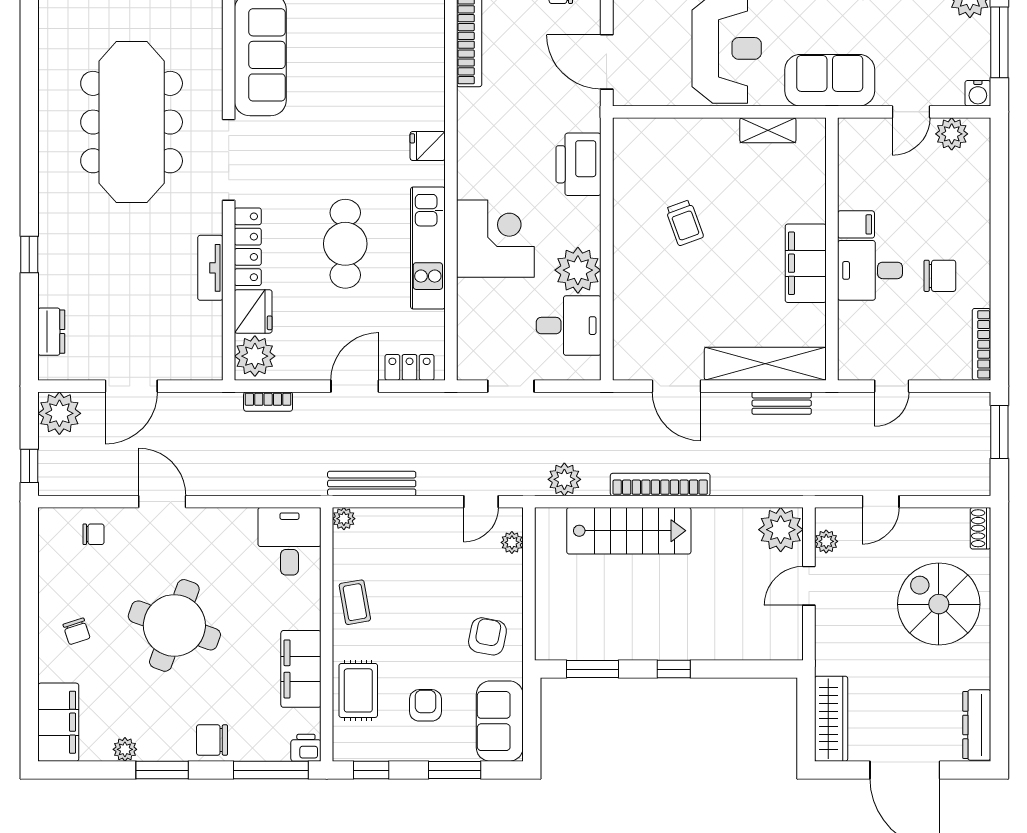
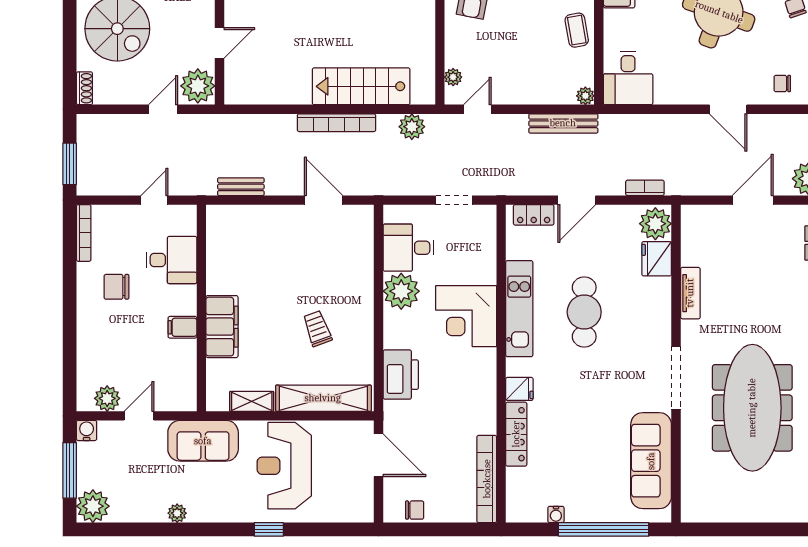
locker: (248, 247) -> (516, 434), moved, turned 180
filing cabinet: (806, 263) -> (222, 327), moved
desk: (870, 270) -> (171, 260), moved
shelving: (765, 364) -> (323, 398), moved
plant: (781, 530) -> (242, 87), removed
plant: (826, 541) -> (198, 86), width x1.88, depth x1.88

